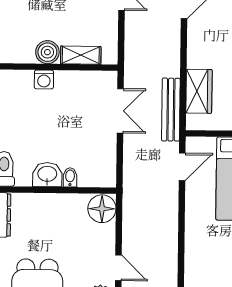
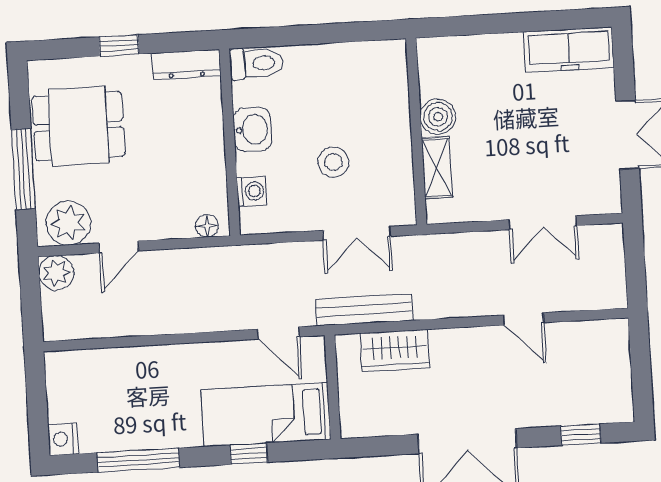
washing machine: (44, 79) -> (252, 191), moved, turned 180
stool: (72, 123) -> (333, 162), added
bidet: (70, 177) -> (251, 164), removed
floor lamp: (102, 209) -> (207, 226), width x0.53, depth x0.53

